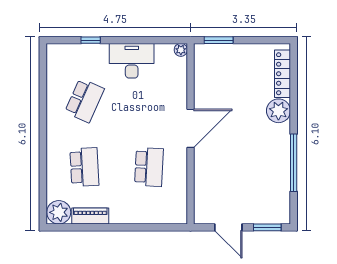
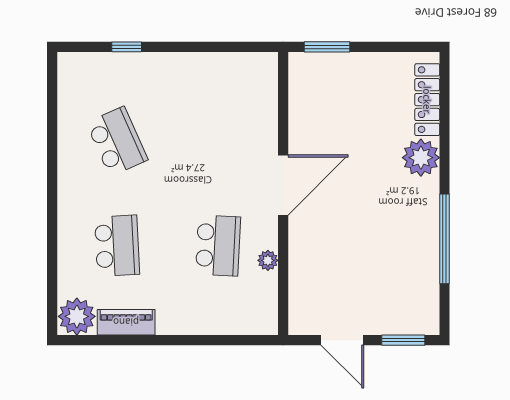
plant: (181, 50) -> (268, 260), moved
desk: (132, 61) -> (191, 79), removed
school desk: (84, 100) -> (117, 141), turned -48

